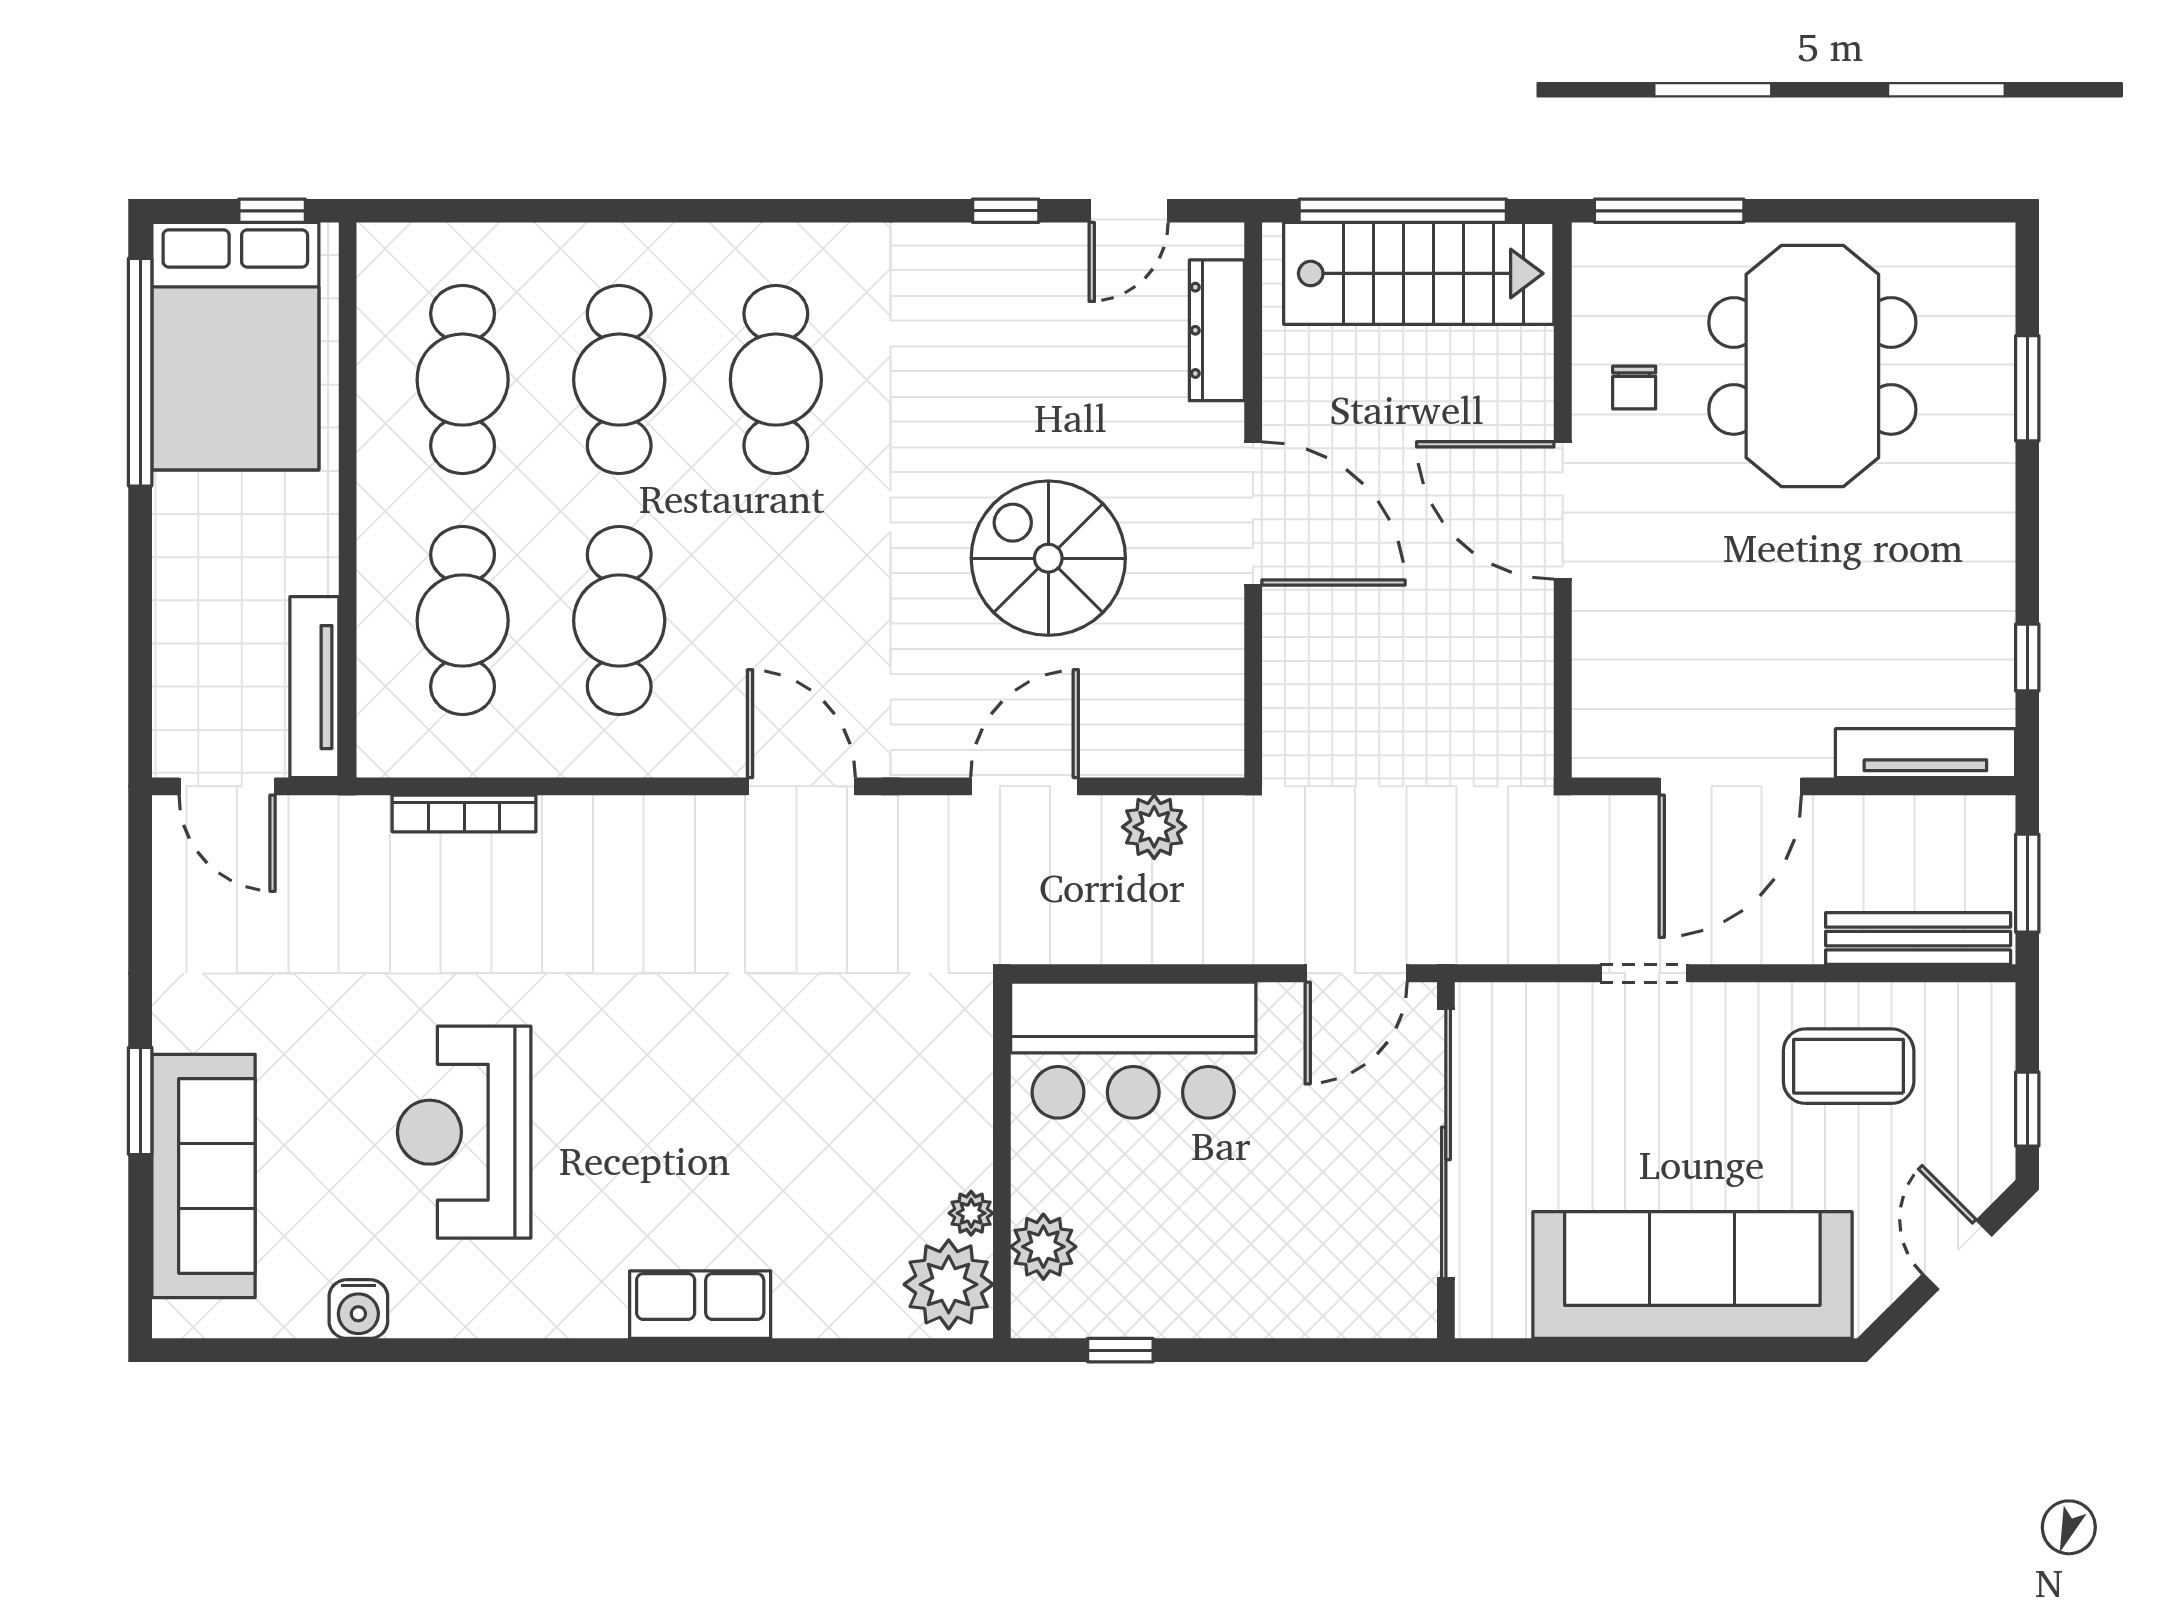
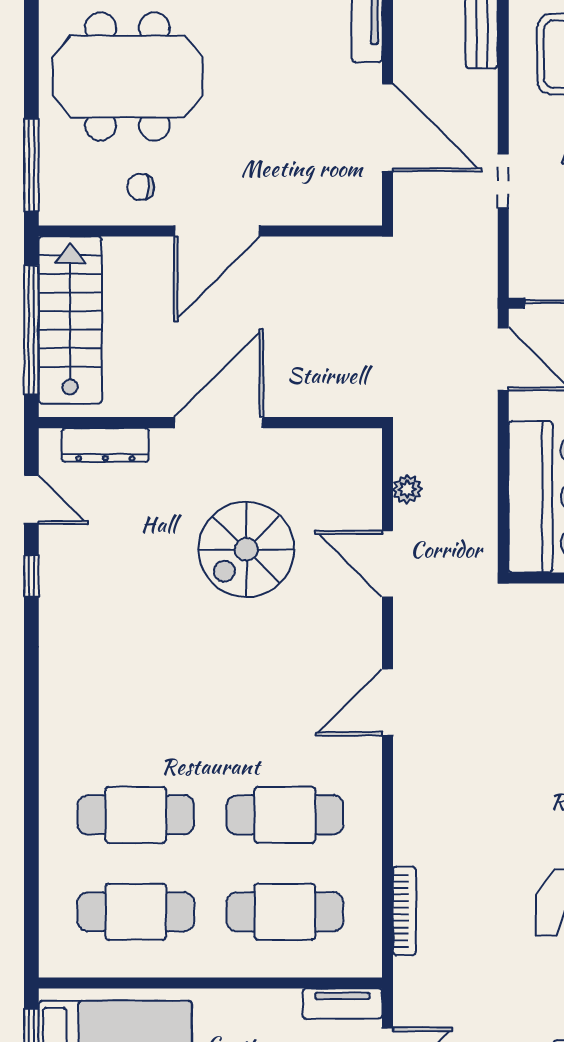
cafe table: (776, 380) -> (136, 718), removed
chair: (1634, 388) -> (141, 187), turned 180
tv unit: (314, 687) -> (342, 1004), width x0.71
plant: (1154, 827) -> (407, 489), width x0.73, depth x0.73

